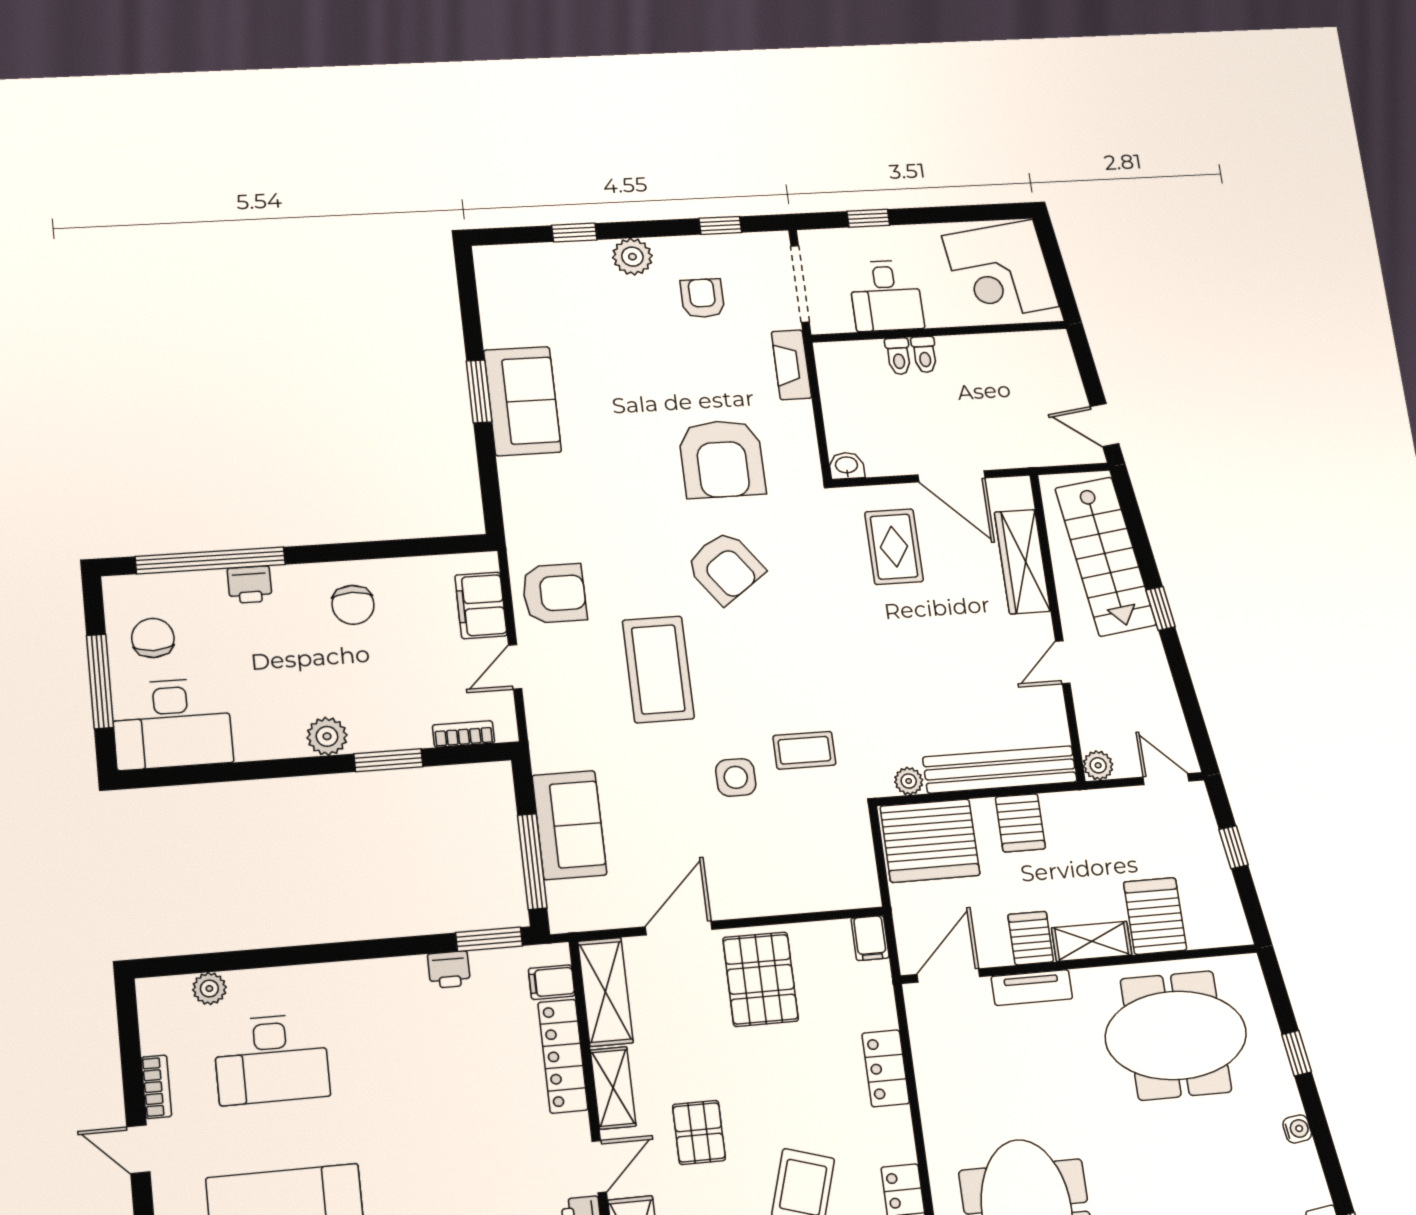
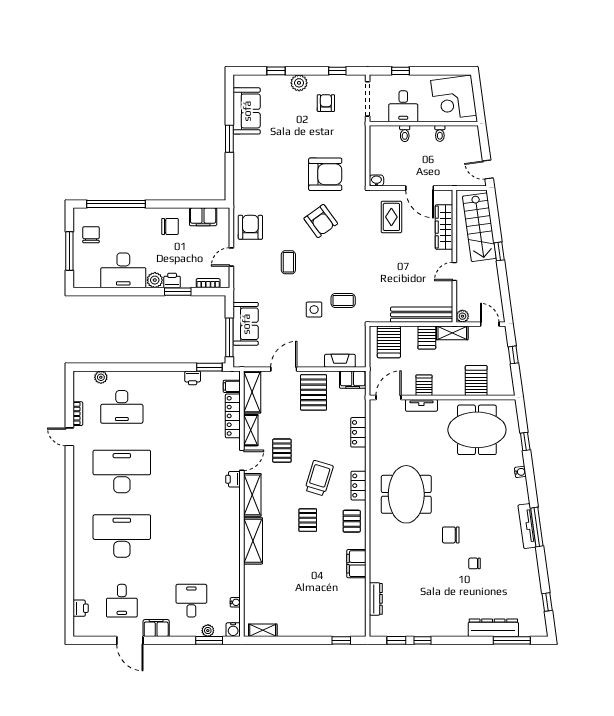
toilet: (924, 355) -> (440, 133), moved
fireplace: (791, 365) -> (340, 361), moved, turned 90
sofa: (522, 401) -> (247, 111), moved
armchair: (722, 459) -> (325, 174), turned -90
printer: (250, 585) -> (172, 281), moved, turned 180
armchair: (554, 593) -> (250, 227), turned -90
chair: (353, 605) -> (170, 226), turned -90
filing cabinet: (481, 605) -> (203, 217), moved, turned -90
coffee table: (658, 669) -> (288, 262), width x0.54, depth x0.58
desk: (172, 724) -> (123, 270), moved
plant: (909, 781) -> (384, 317), removed
server rack: (930, 841) -> (389, 342), width x0.62
filing cabinet: (870, 938) -> (353, 380), width x2.00
shelving: (1092, 941) -> (452, 333), moved

